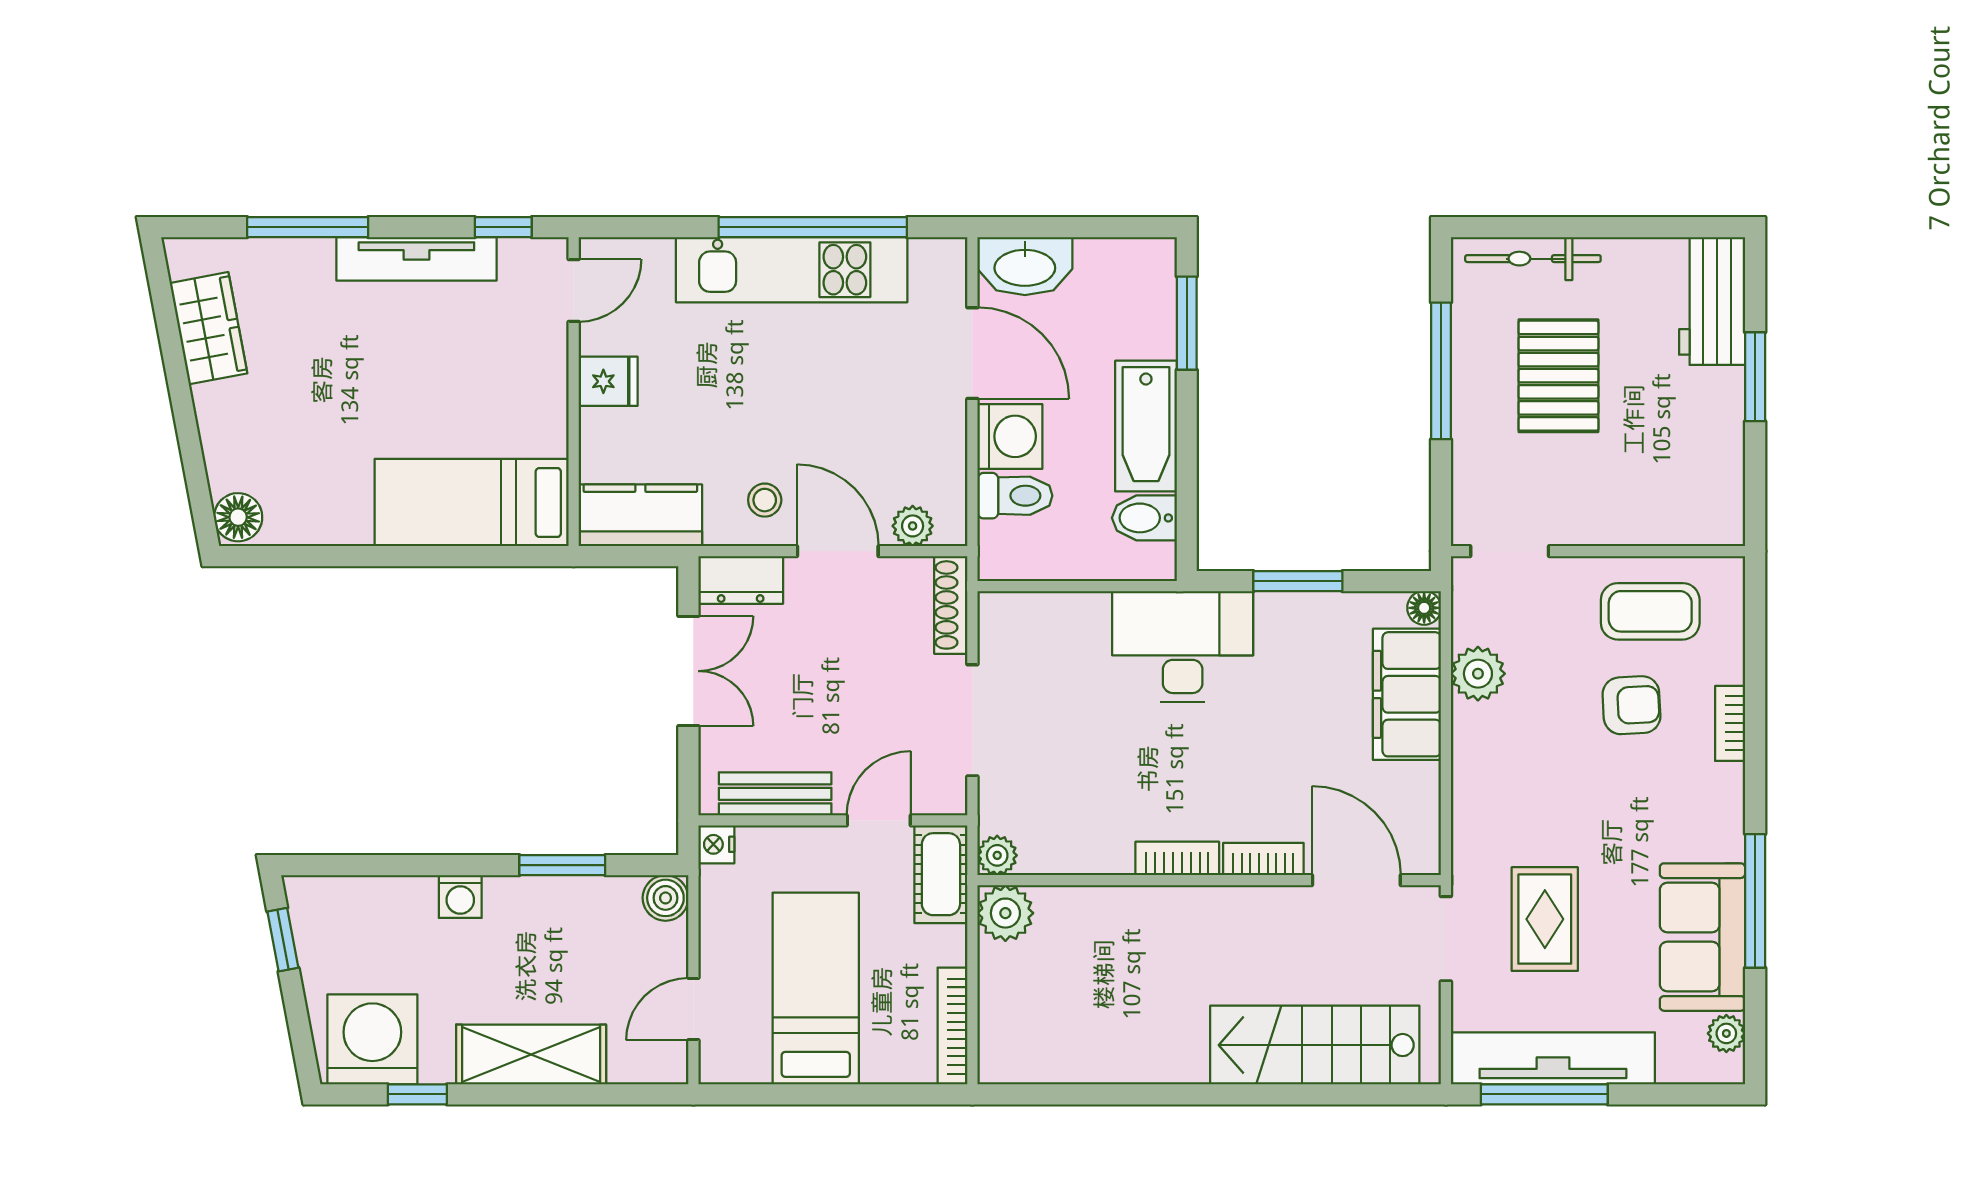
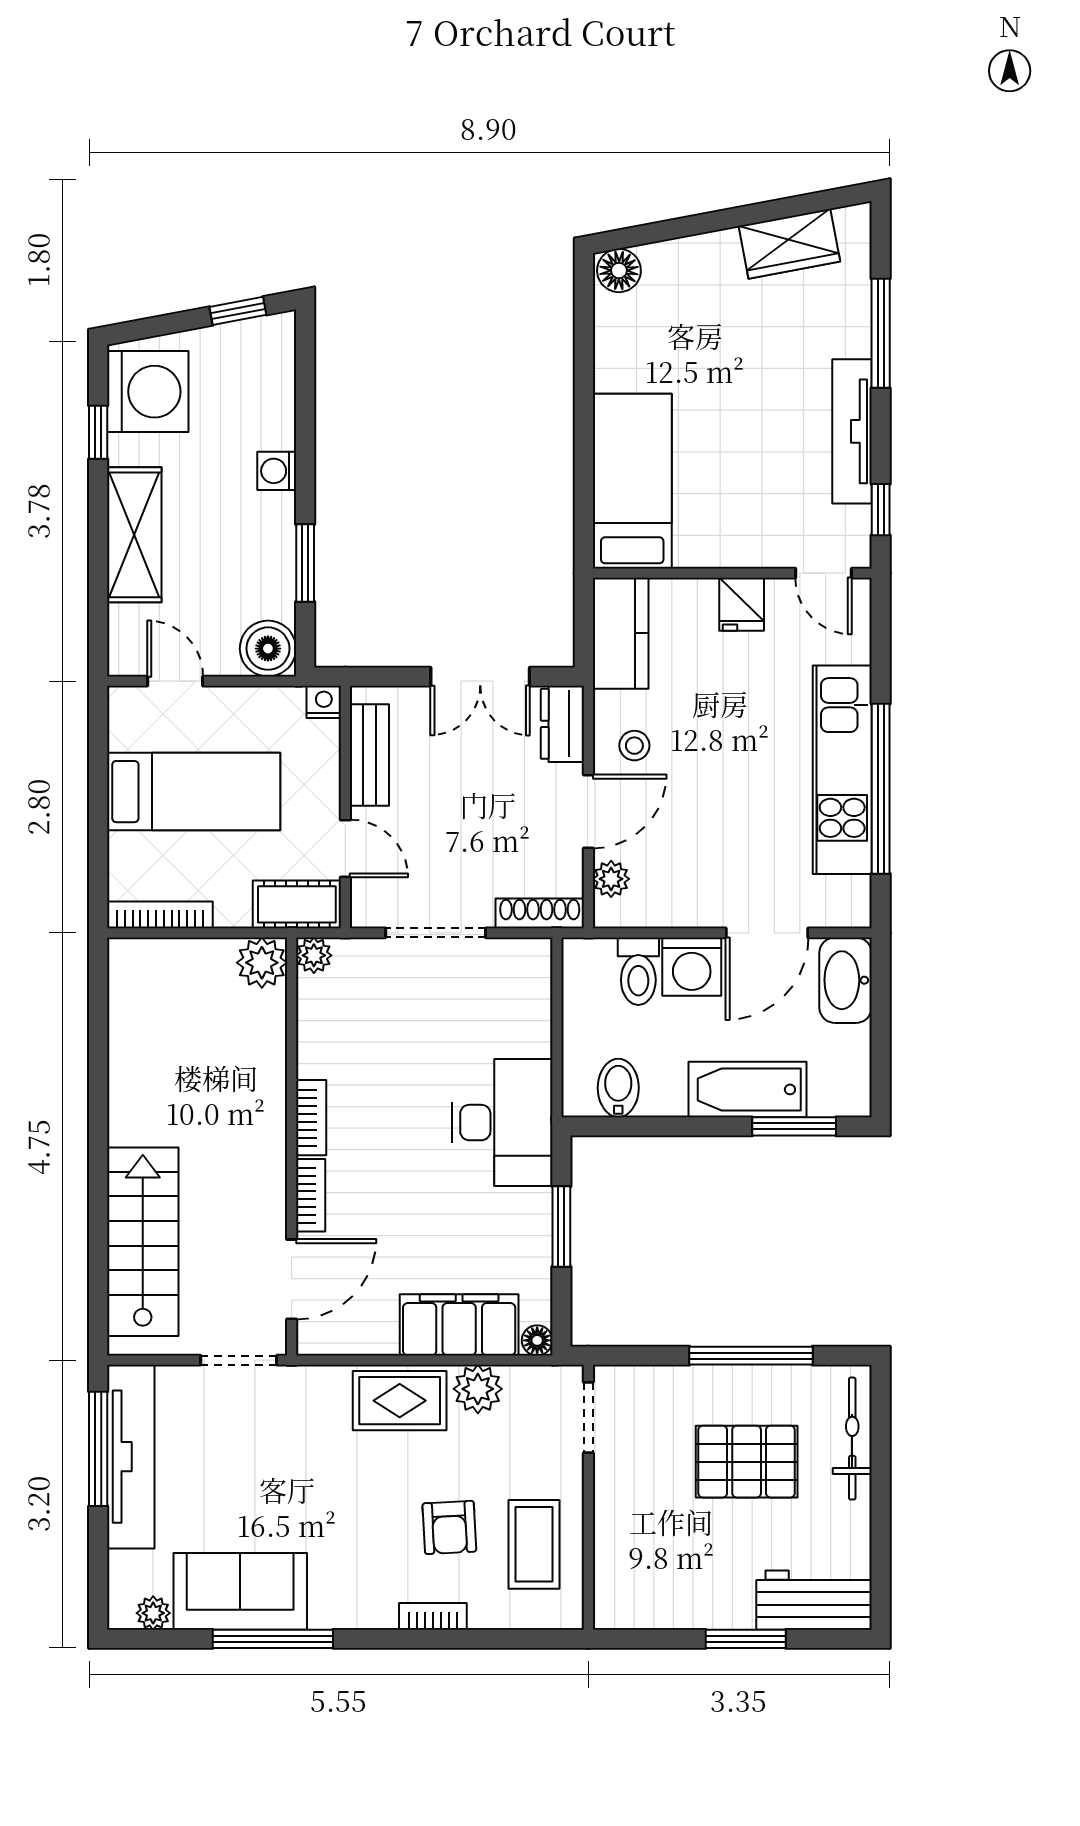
bathtub: (1146, 426) -> (748, 1089), moved
boiler: (665, 898) -> (268, 649), width x1.36, depth x1.36
rug: (1545, 919) -> (400, 1401), moved

